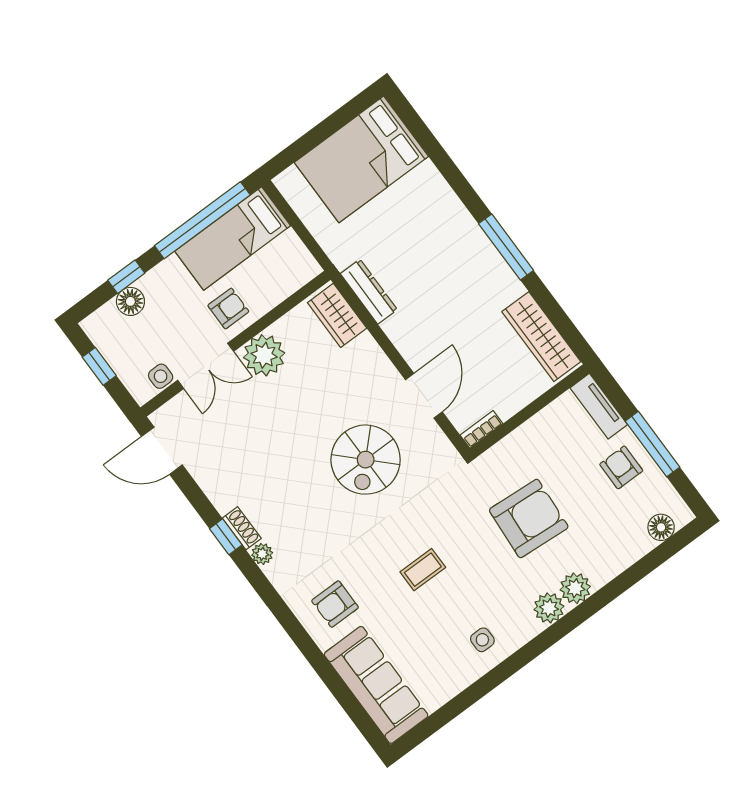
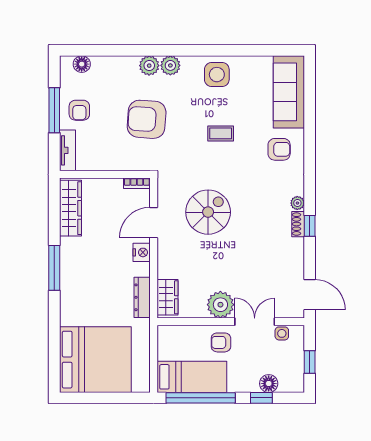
bed: (361, 159) -> (95, 360), width x1.36
nightstand: (411, 347) -> (142, 252), added
side table: (482, 640) -> (217, 75), width x1.87, depth x1.87

